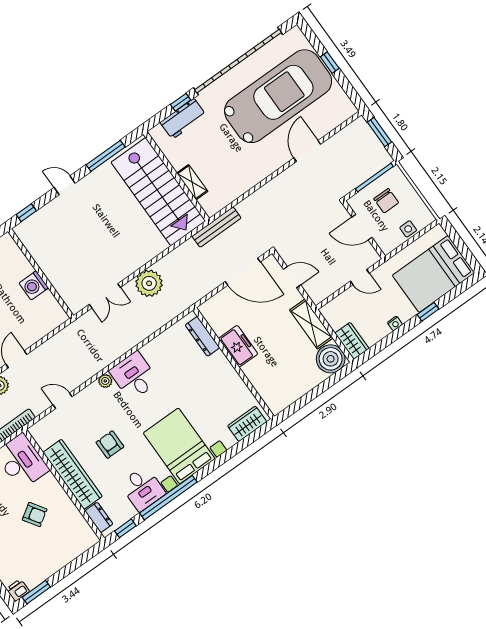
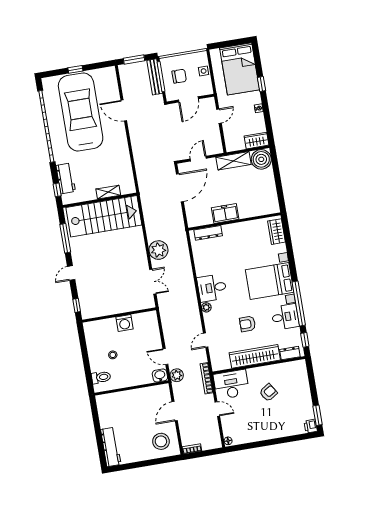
window: (181, 102) -> (57, 190), moved
bench: (217, 227) -> (155, 77), moved

